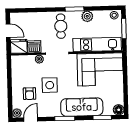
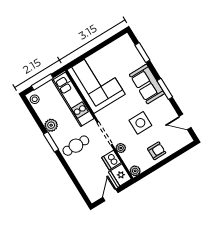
armchair: (30, 94) -> (157, 151), moved
sofa: (82, 107) -> (147, 84), width x0.73
floor lamp: (119, 110) -> (125, 41), removed
plant: (17, 113) -> (135, 171), moved

